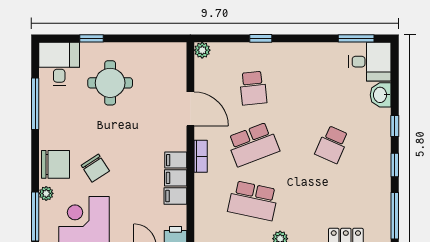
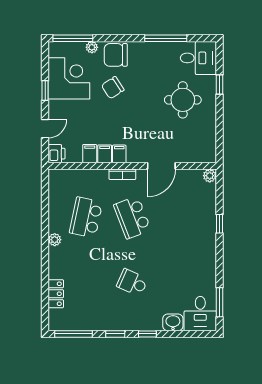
school desk: (253, 88) -> (179, 217), removed
chair: (55, 164) -> (116, 55), turned 90

